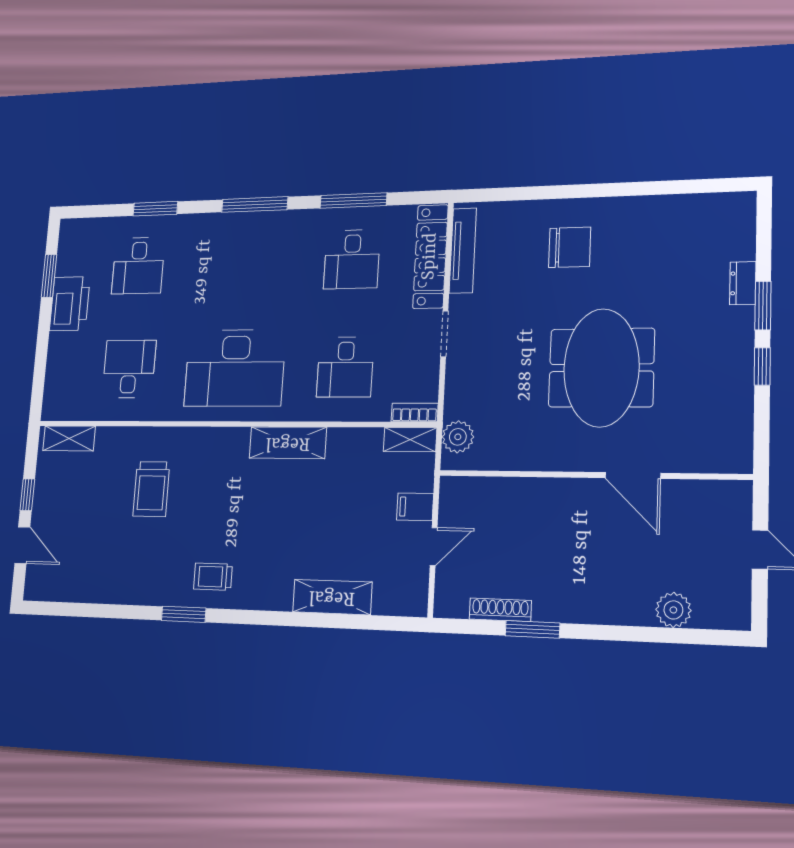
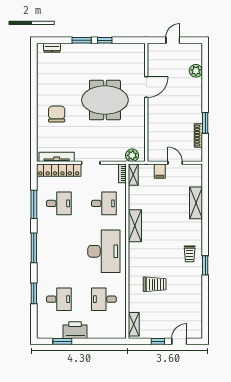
dresser: (743, 283) -> (52, 48), moved

